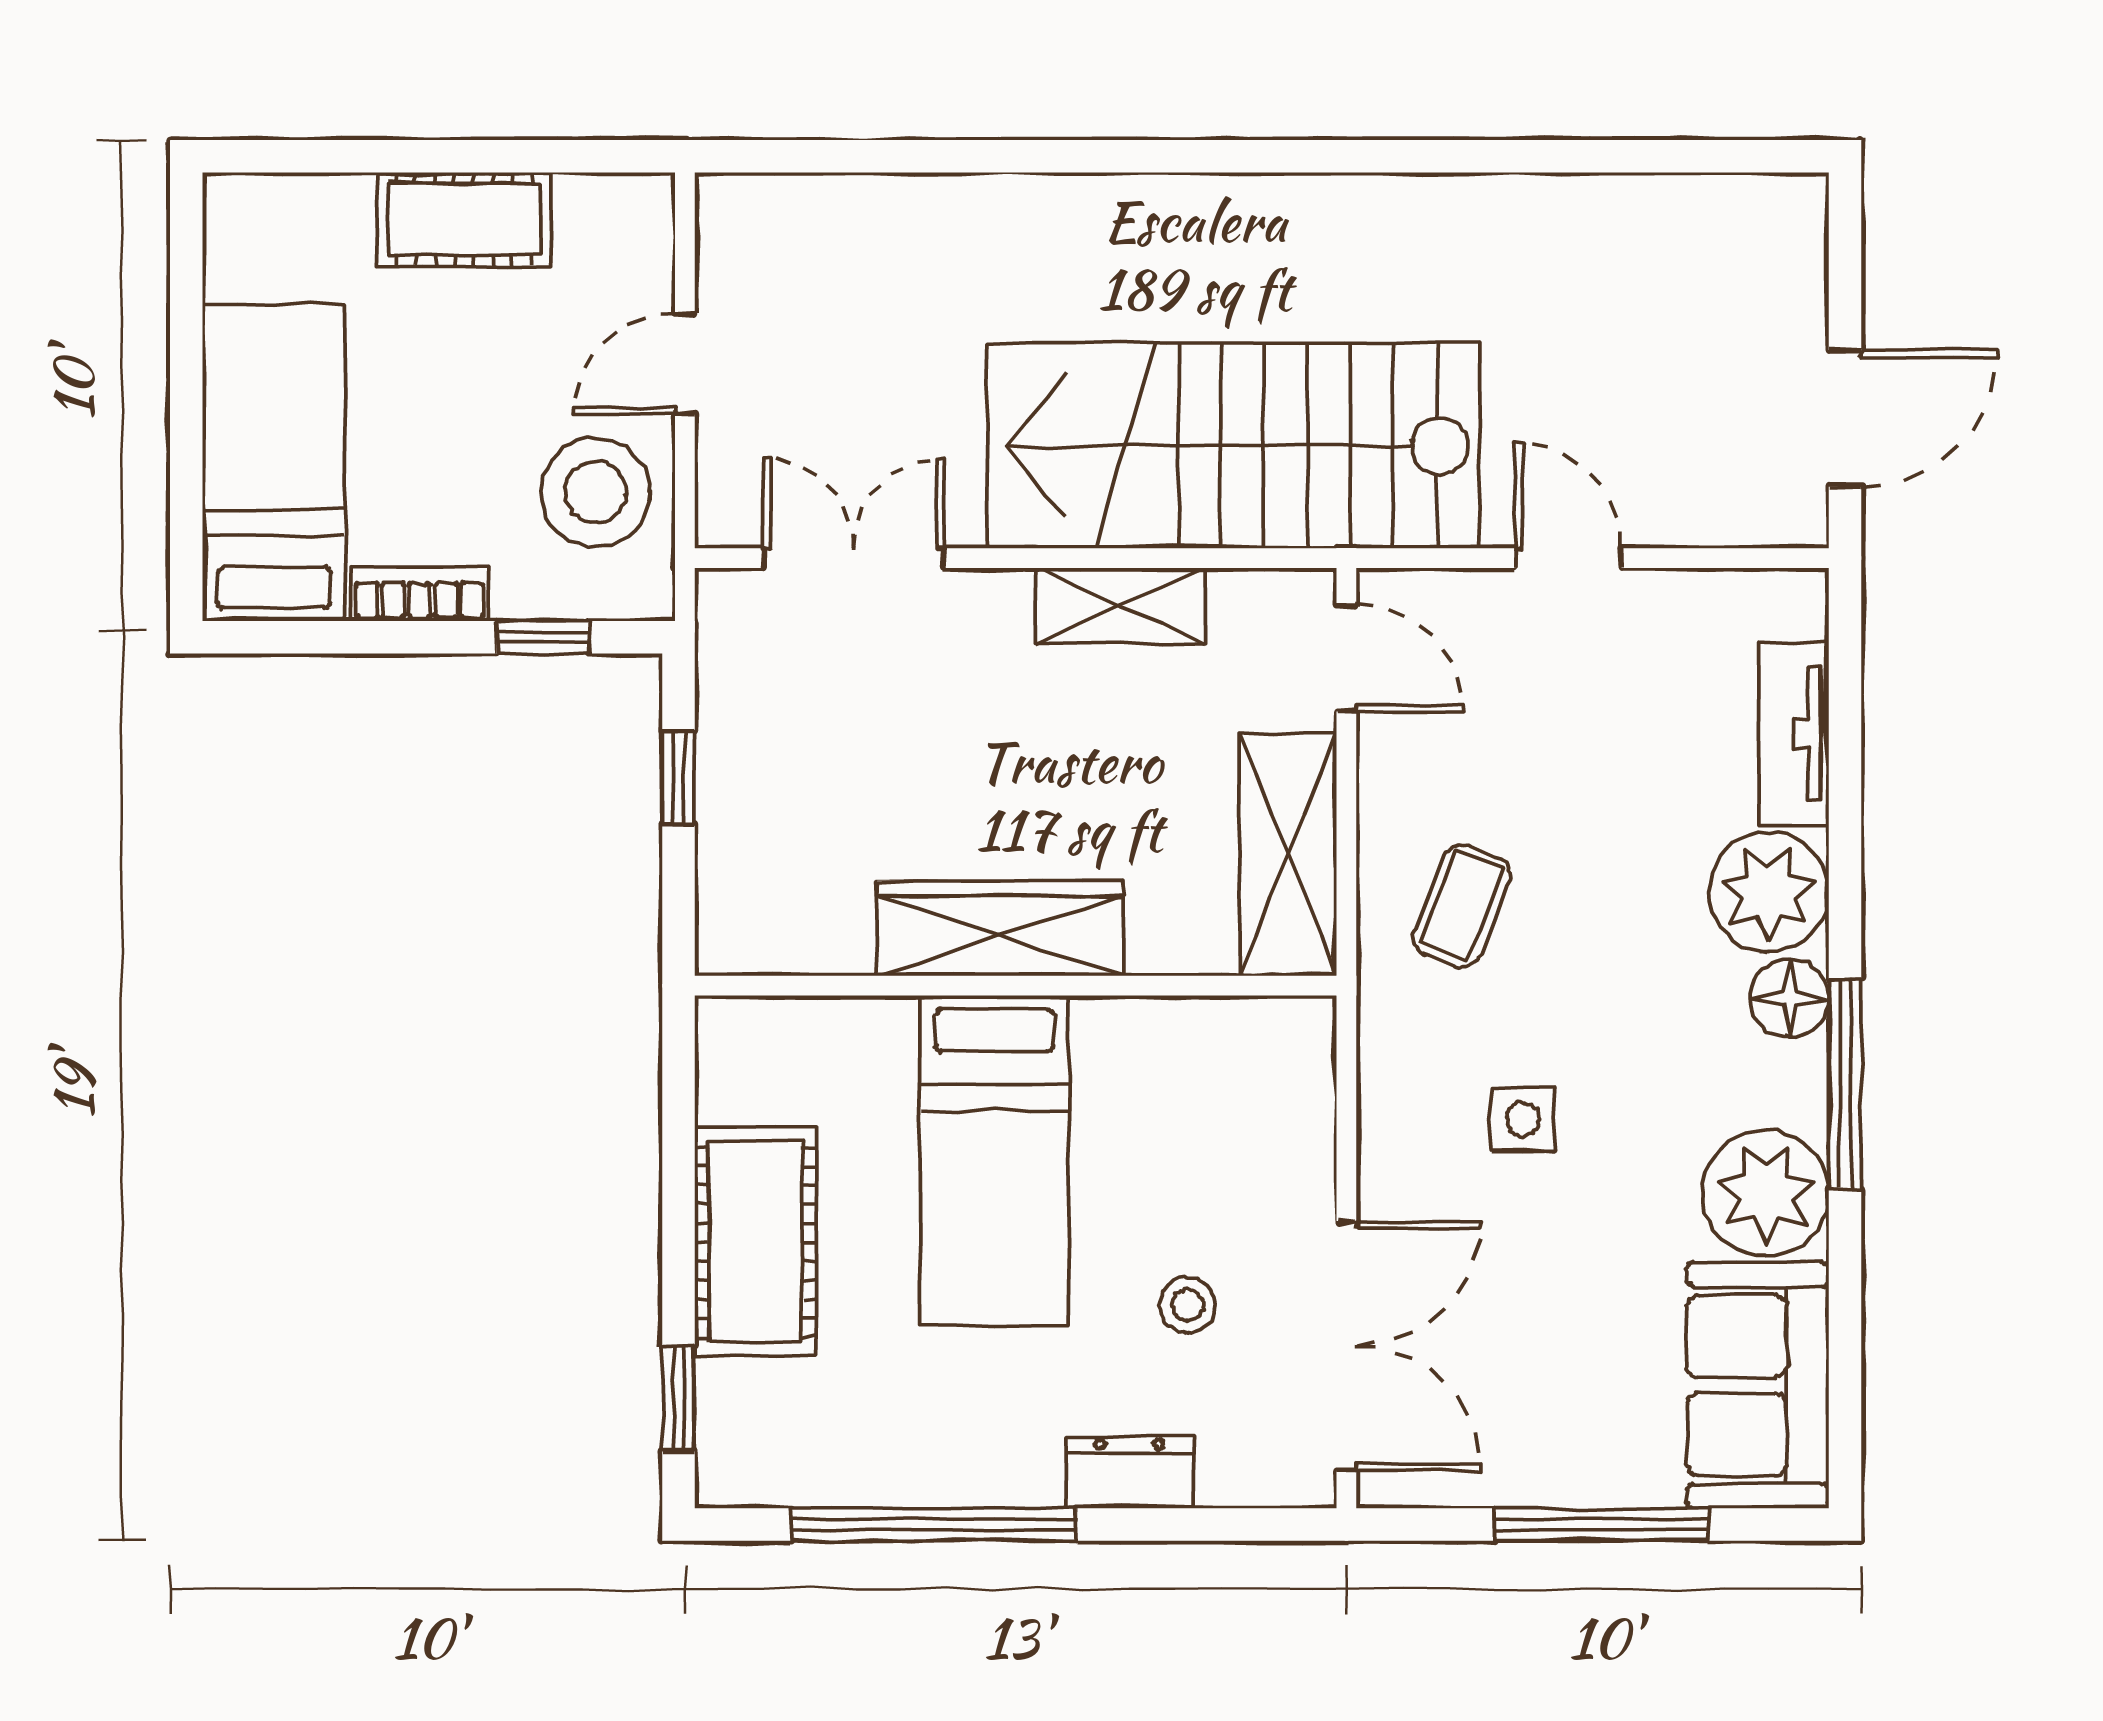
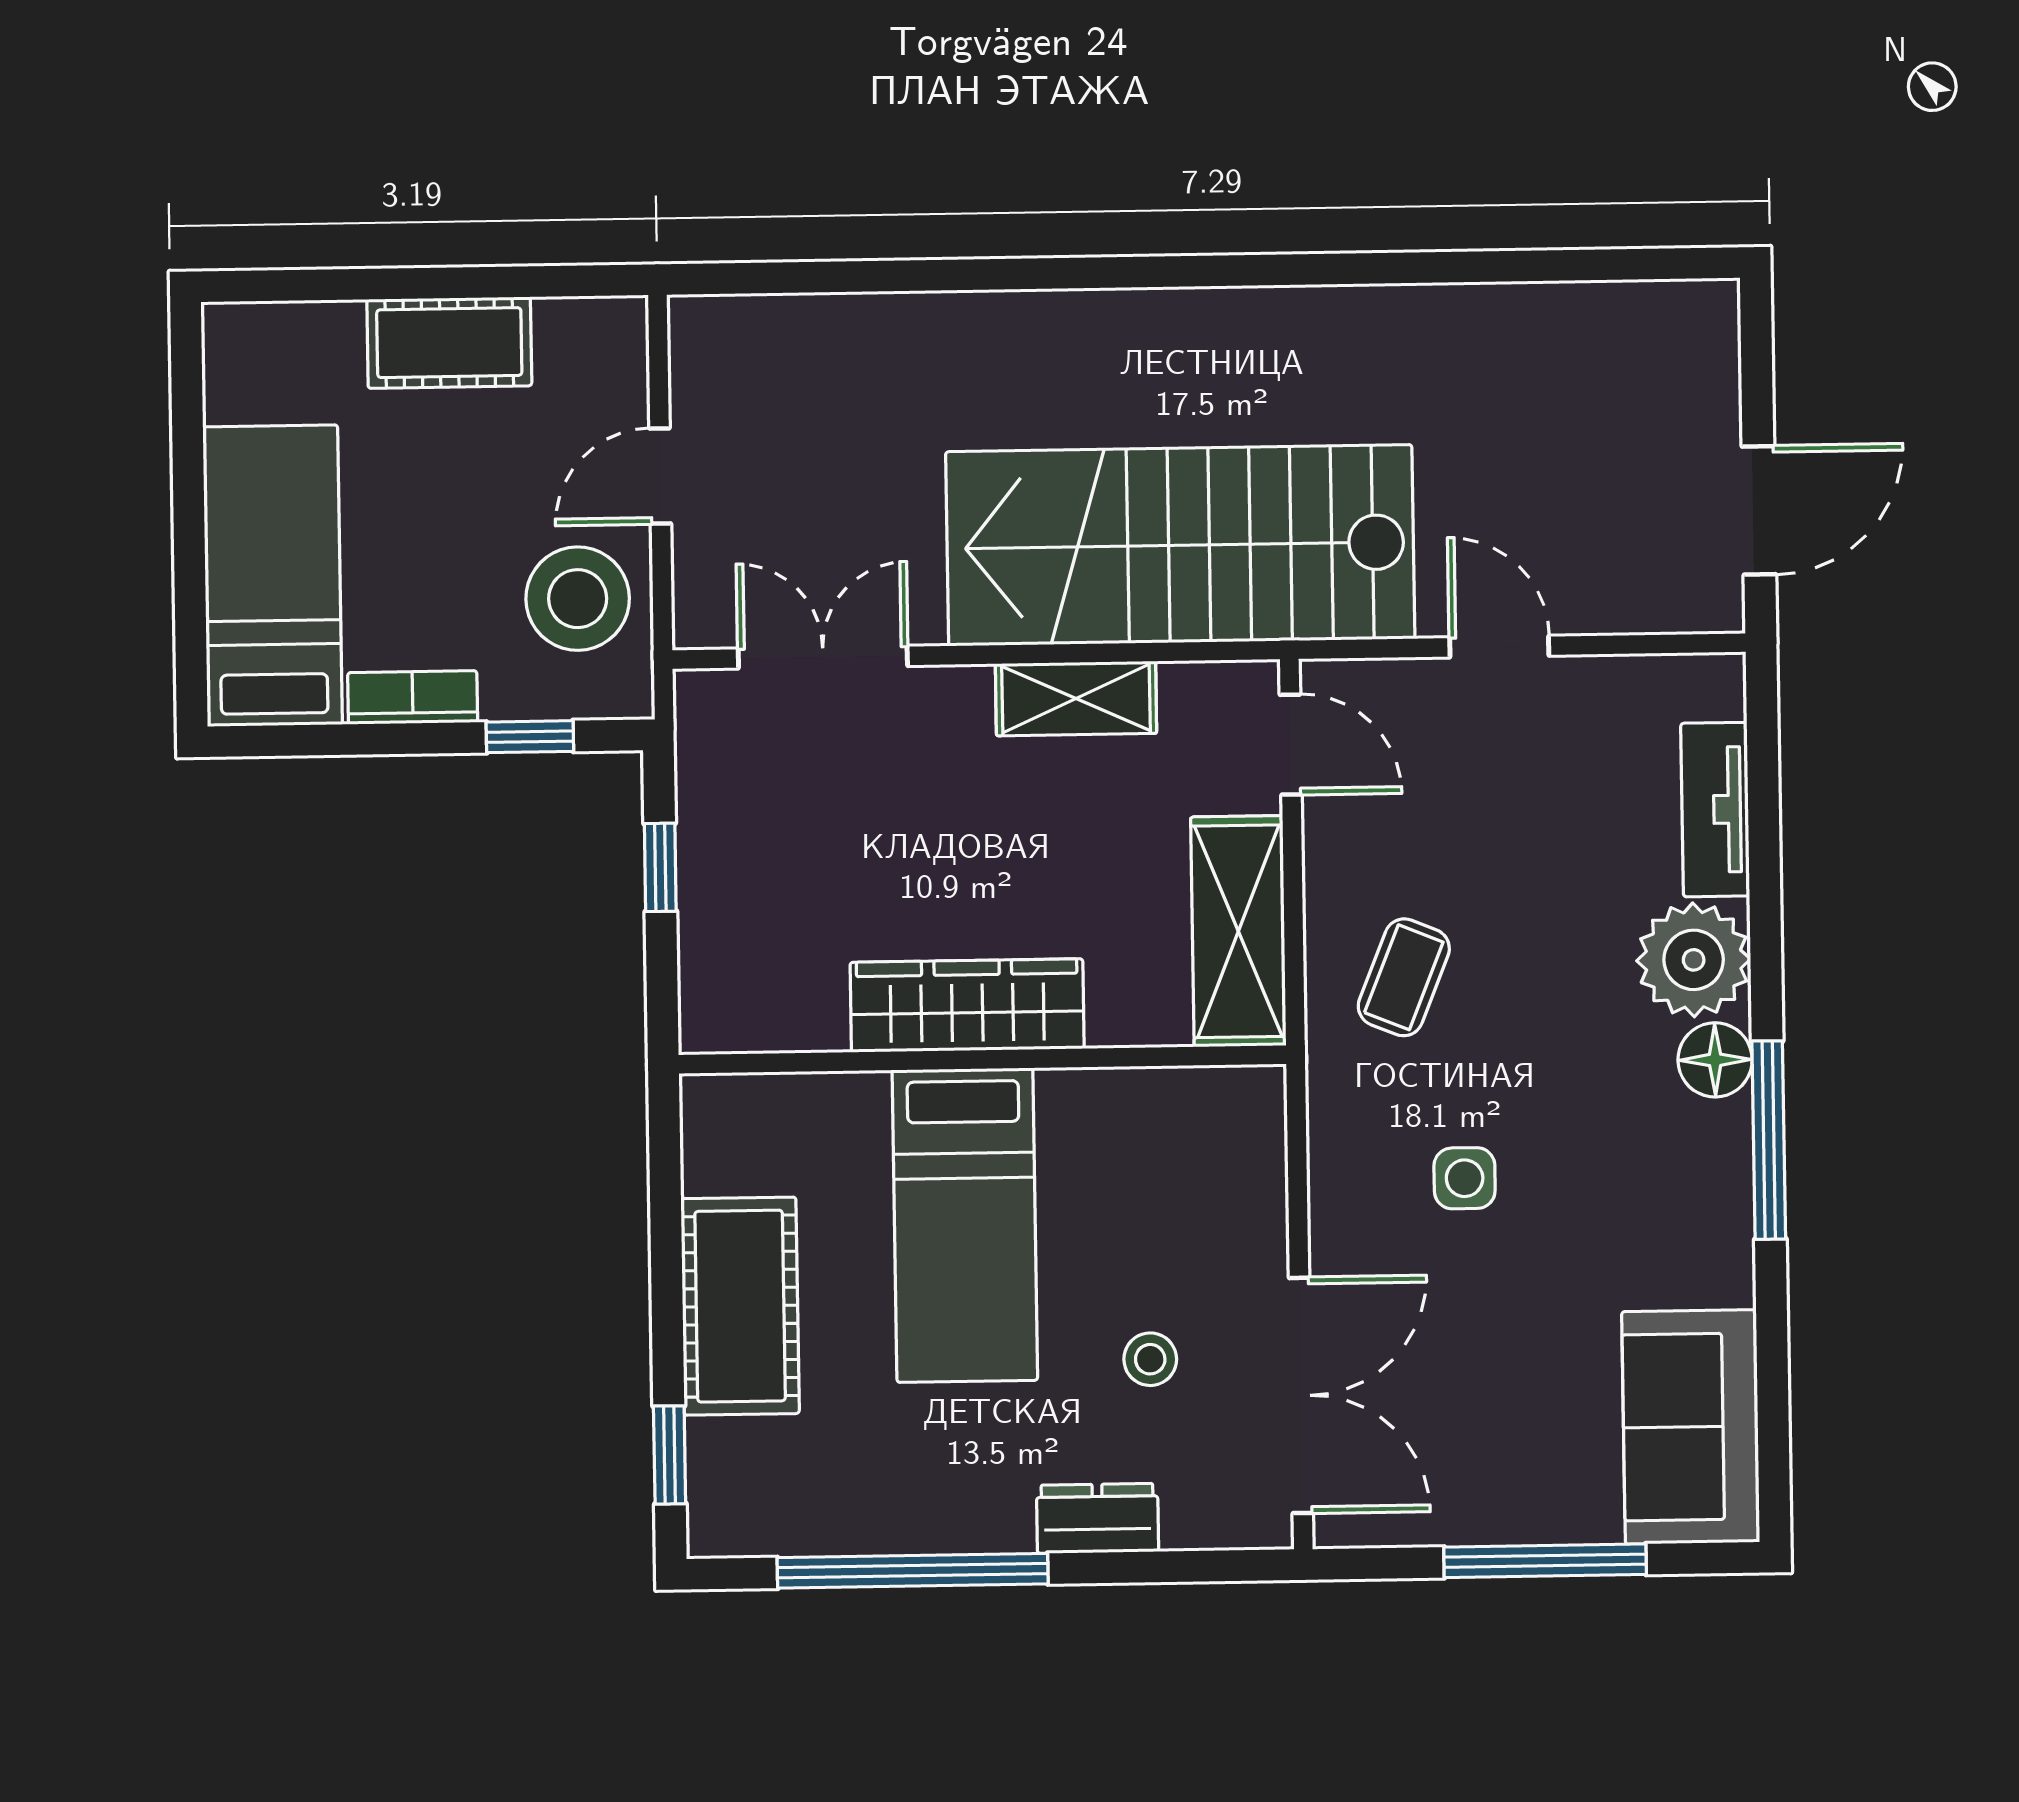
plant: (1766, 1193) -> (1695, 1245), removed

